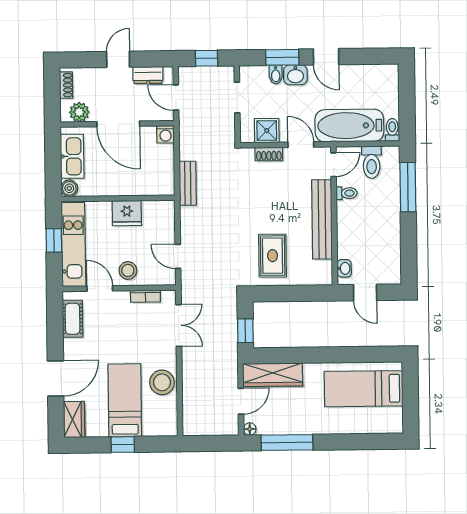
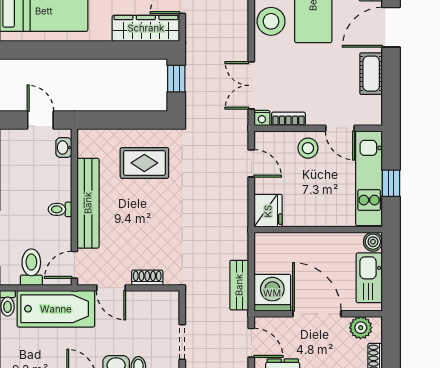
shower: (267, 131) -> (149, 304), removed
washing machine: (165, 134) -> (272, 293), width x1.89, depth x1.89
bench: (188, 183) -> (239, 285), moved
toilet: (347, 193) -> (60, 209), moved
fridge: (127, 213) -> (268, 211), moved, turned 90
rug: (273, 256) -> (144, 163), turned 90
nightstand: (169, 297) -> (262, 118), added
cot: (73, 319) -> (371, 74), moved

